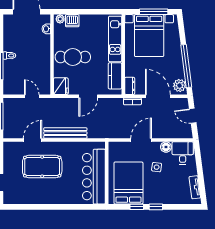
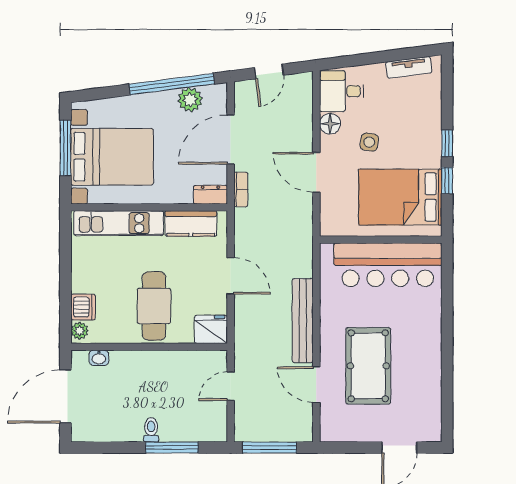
plant: (180, 85) -> (190, 100), moved

